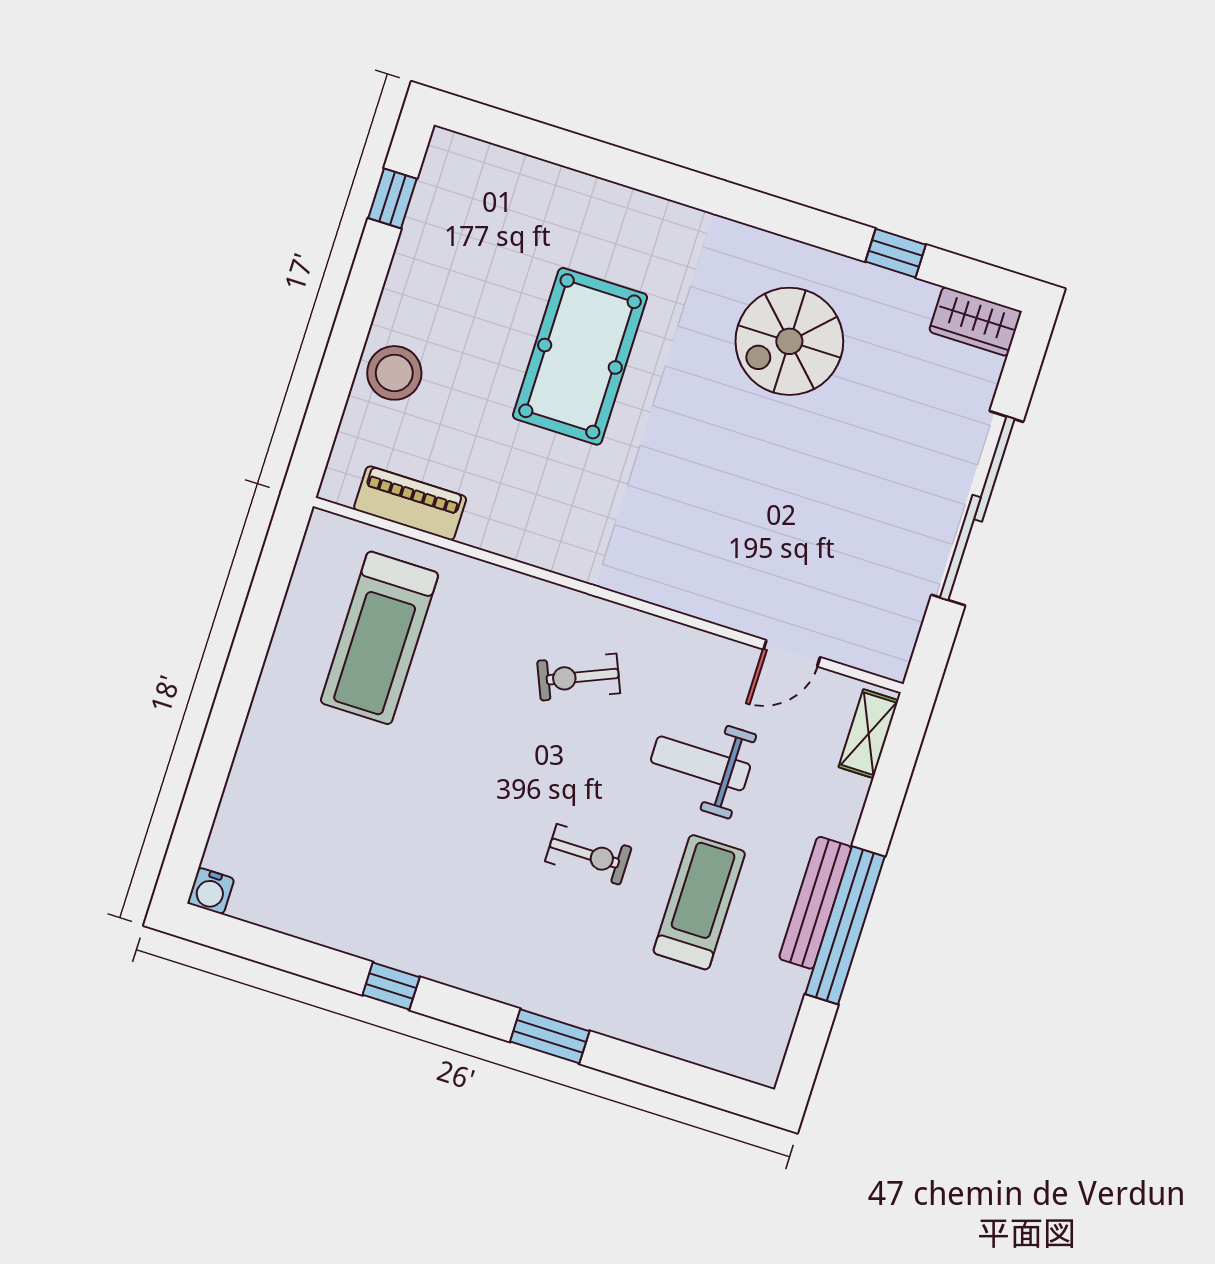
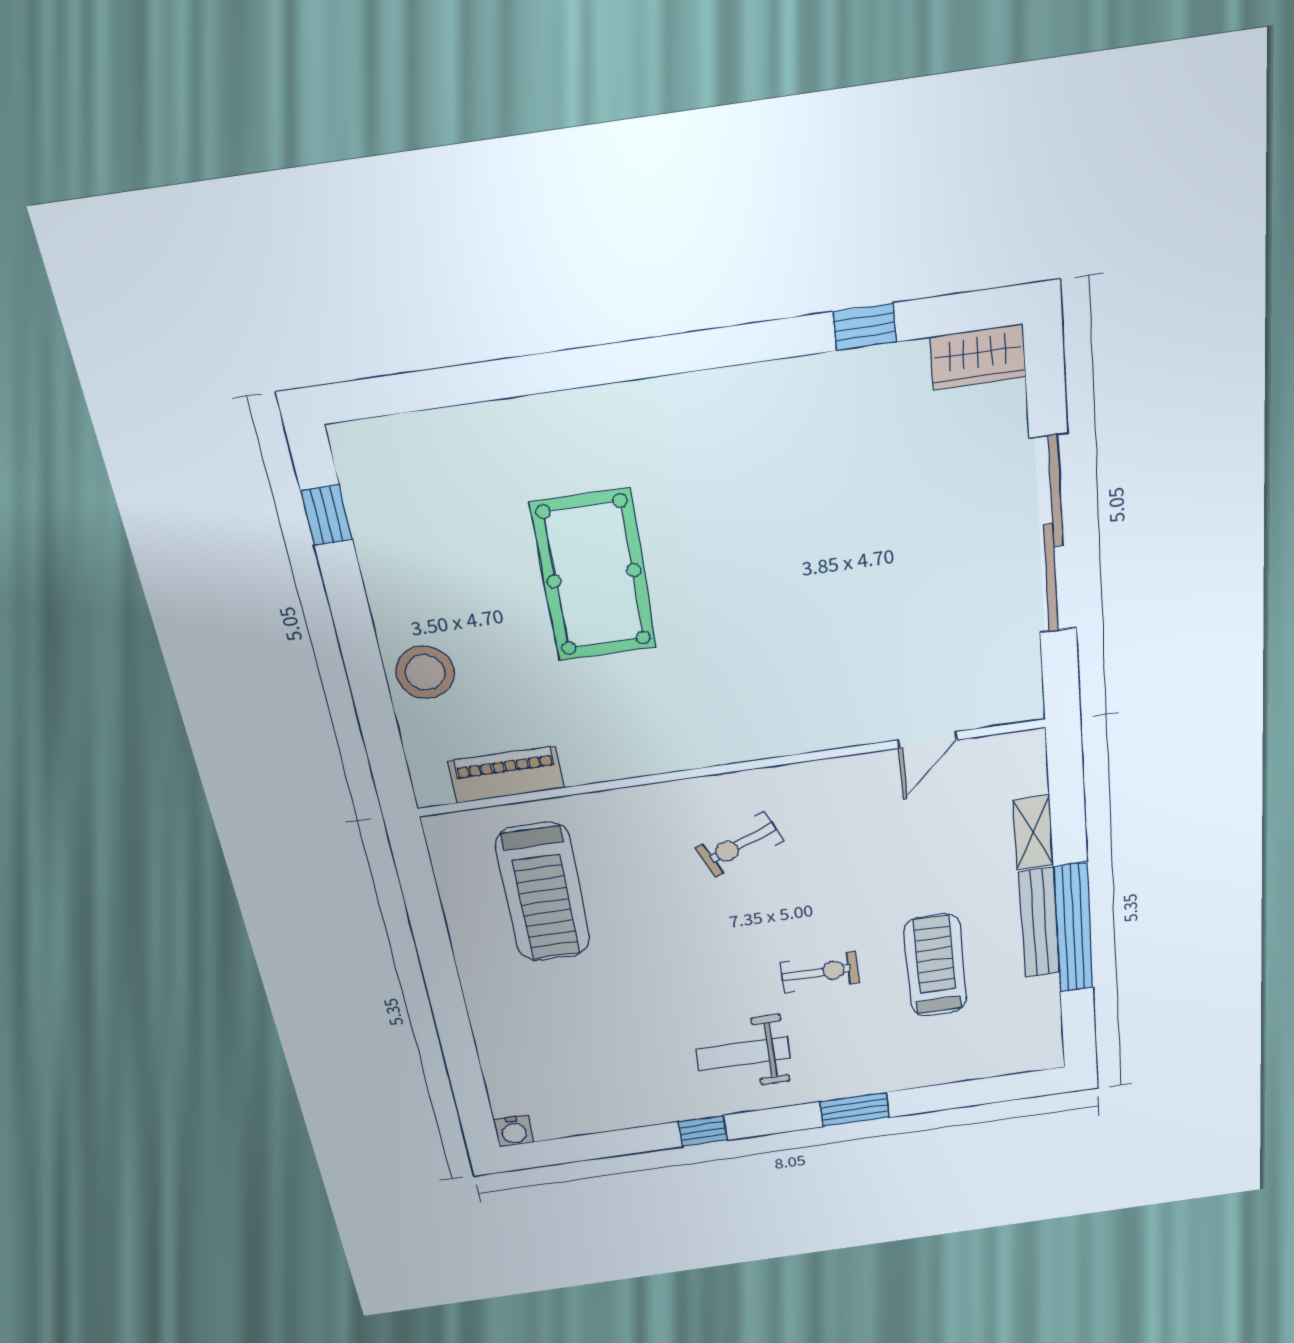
spiral stairs: (789, 341) -> (795, 466), removed
shelving: (868, 734) -> (1033, 832), moved
weight bench: (701, 763) -> (743, 1054), moved

